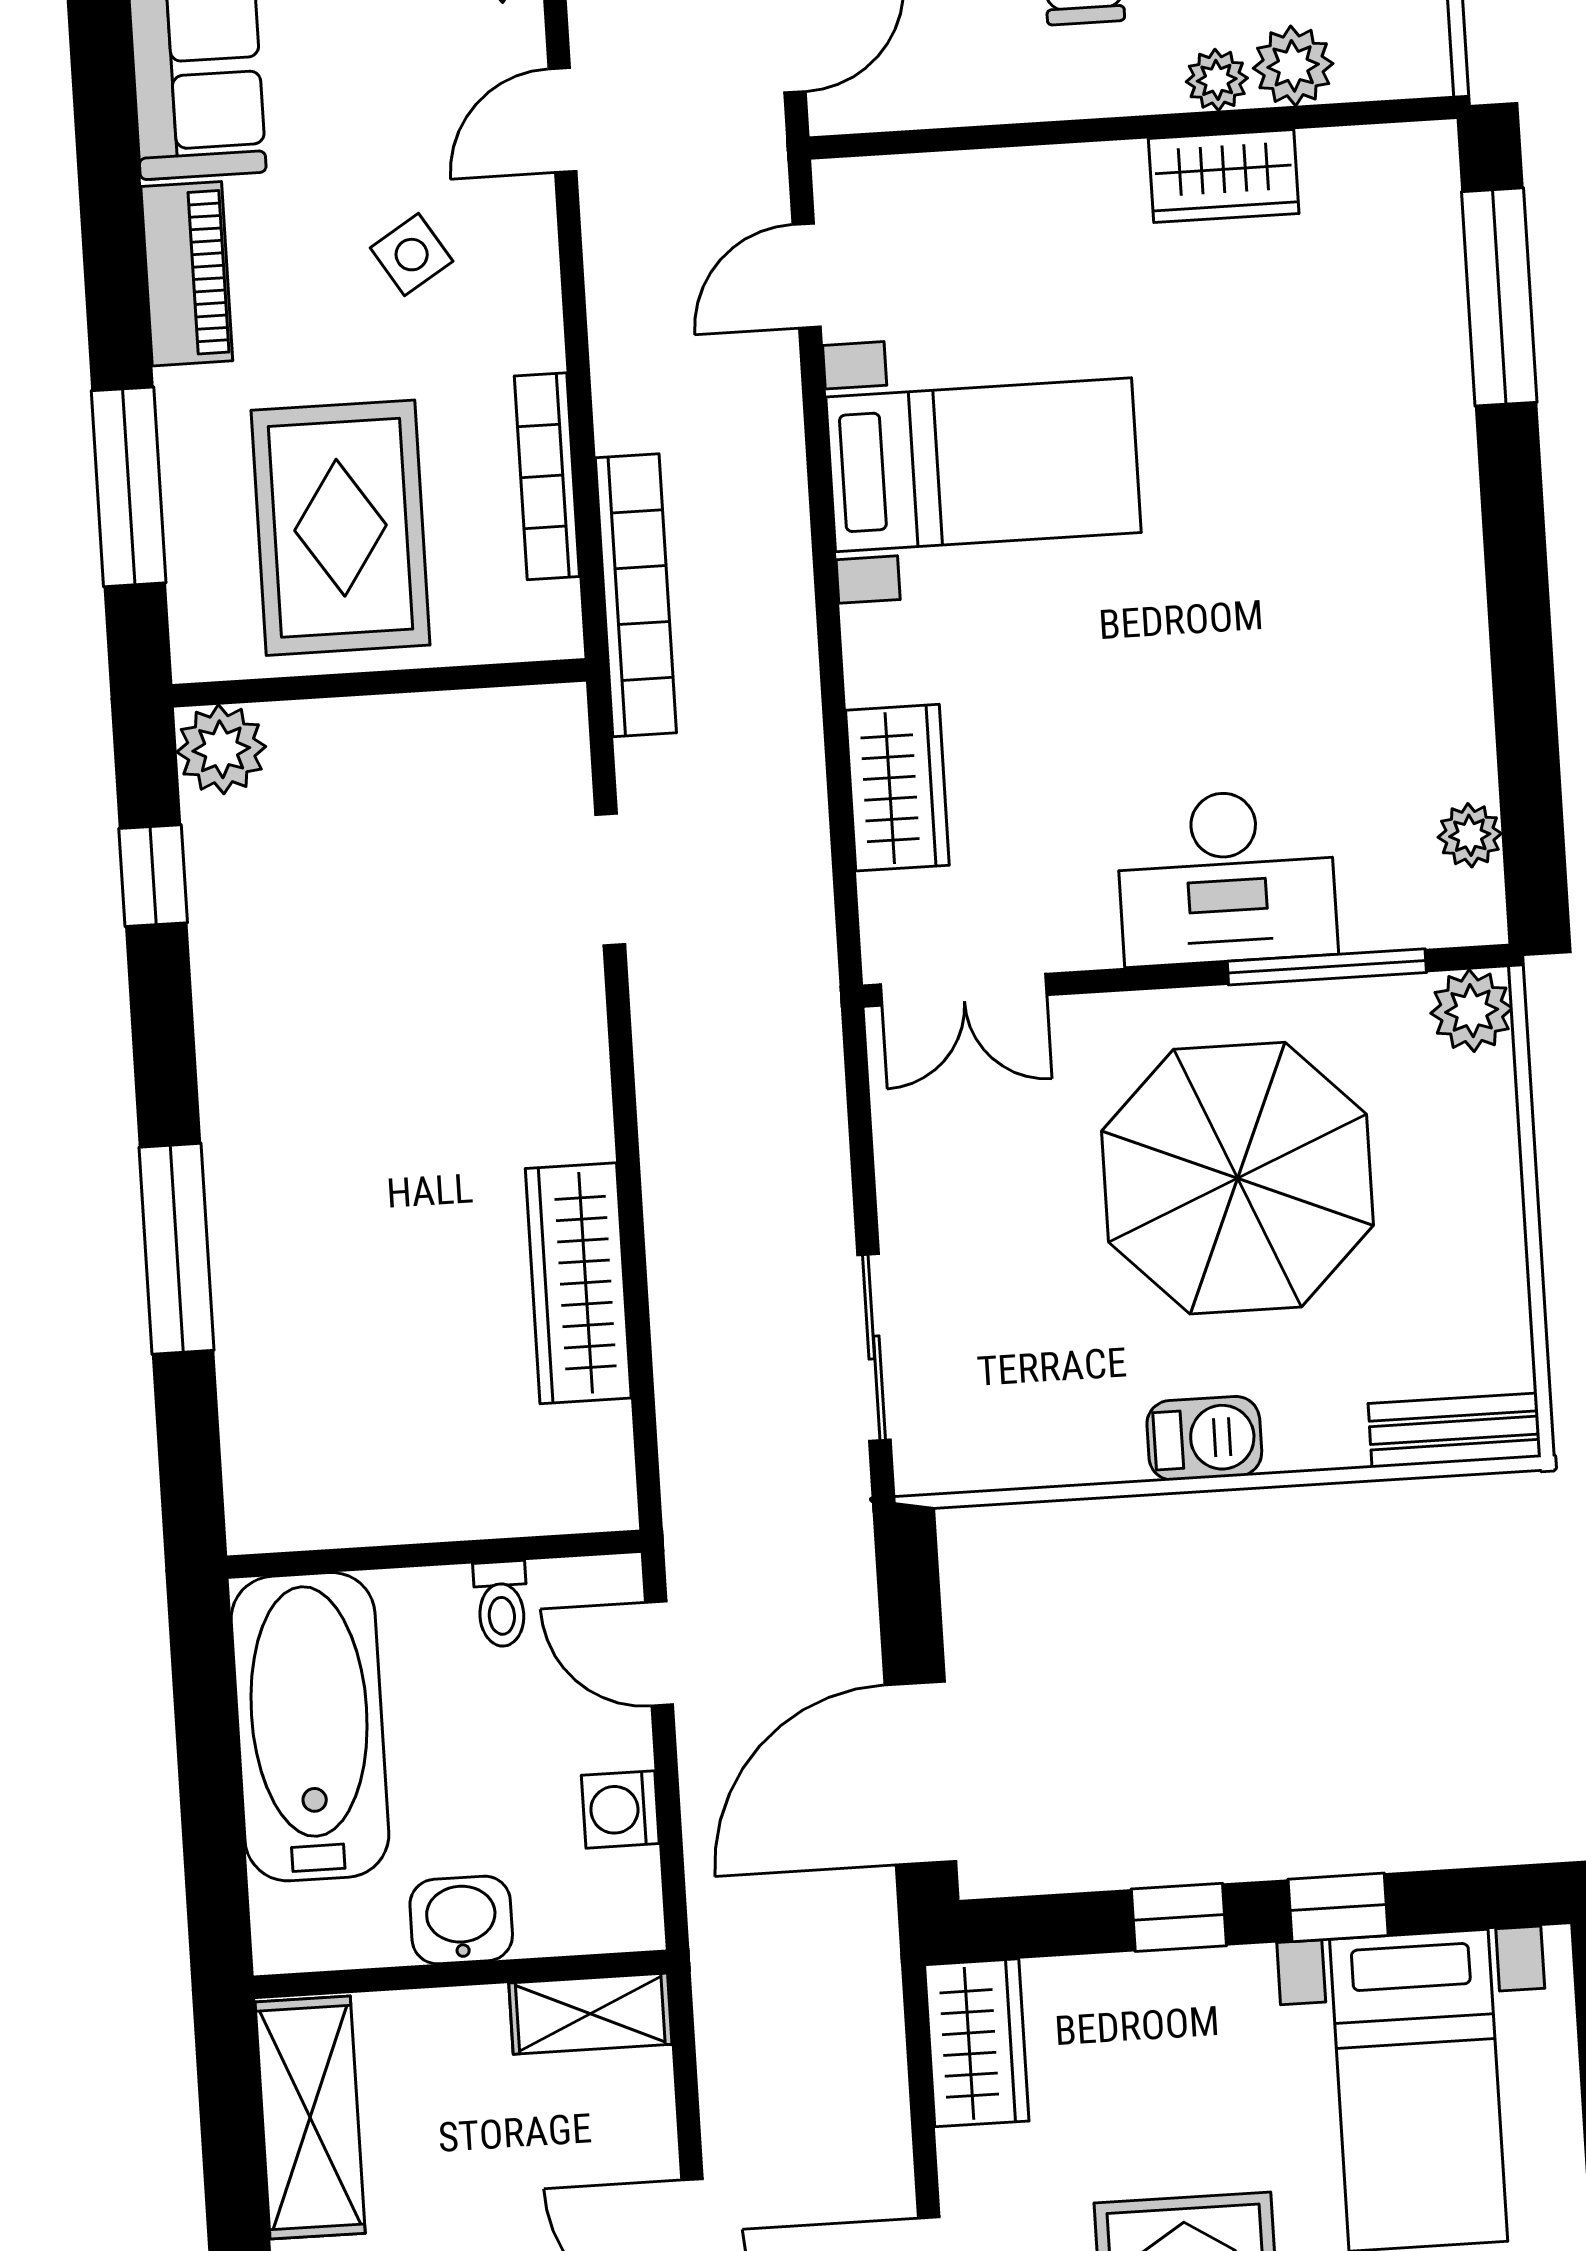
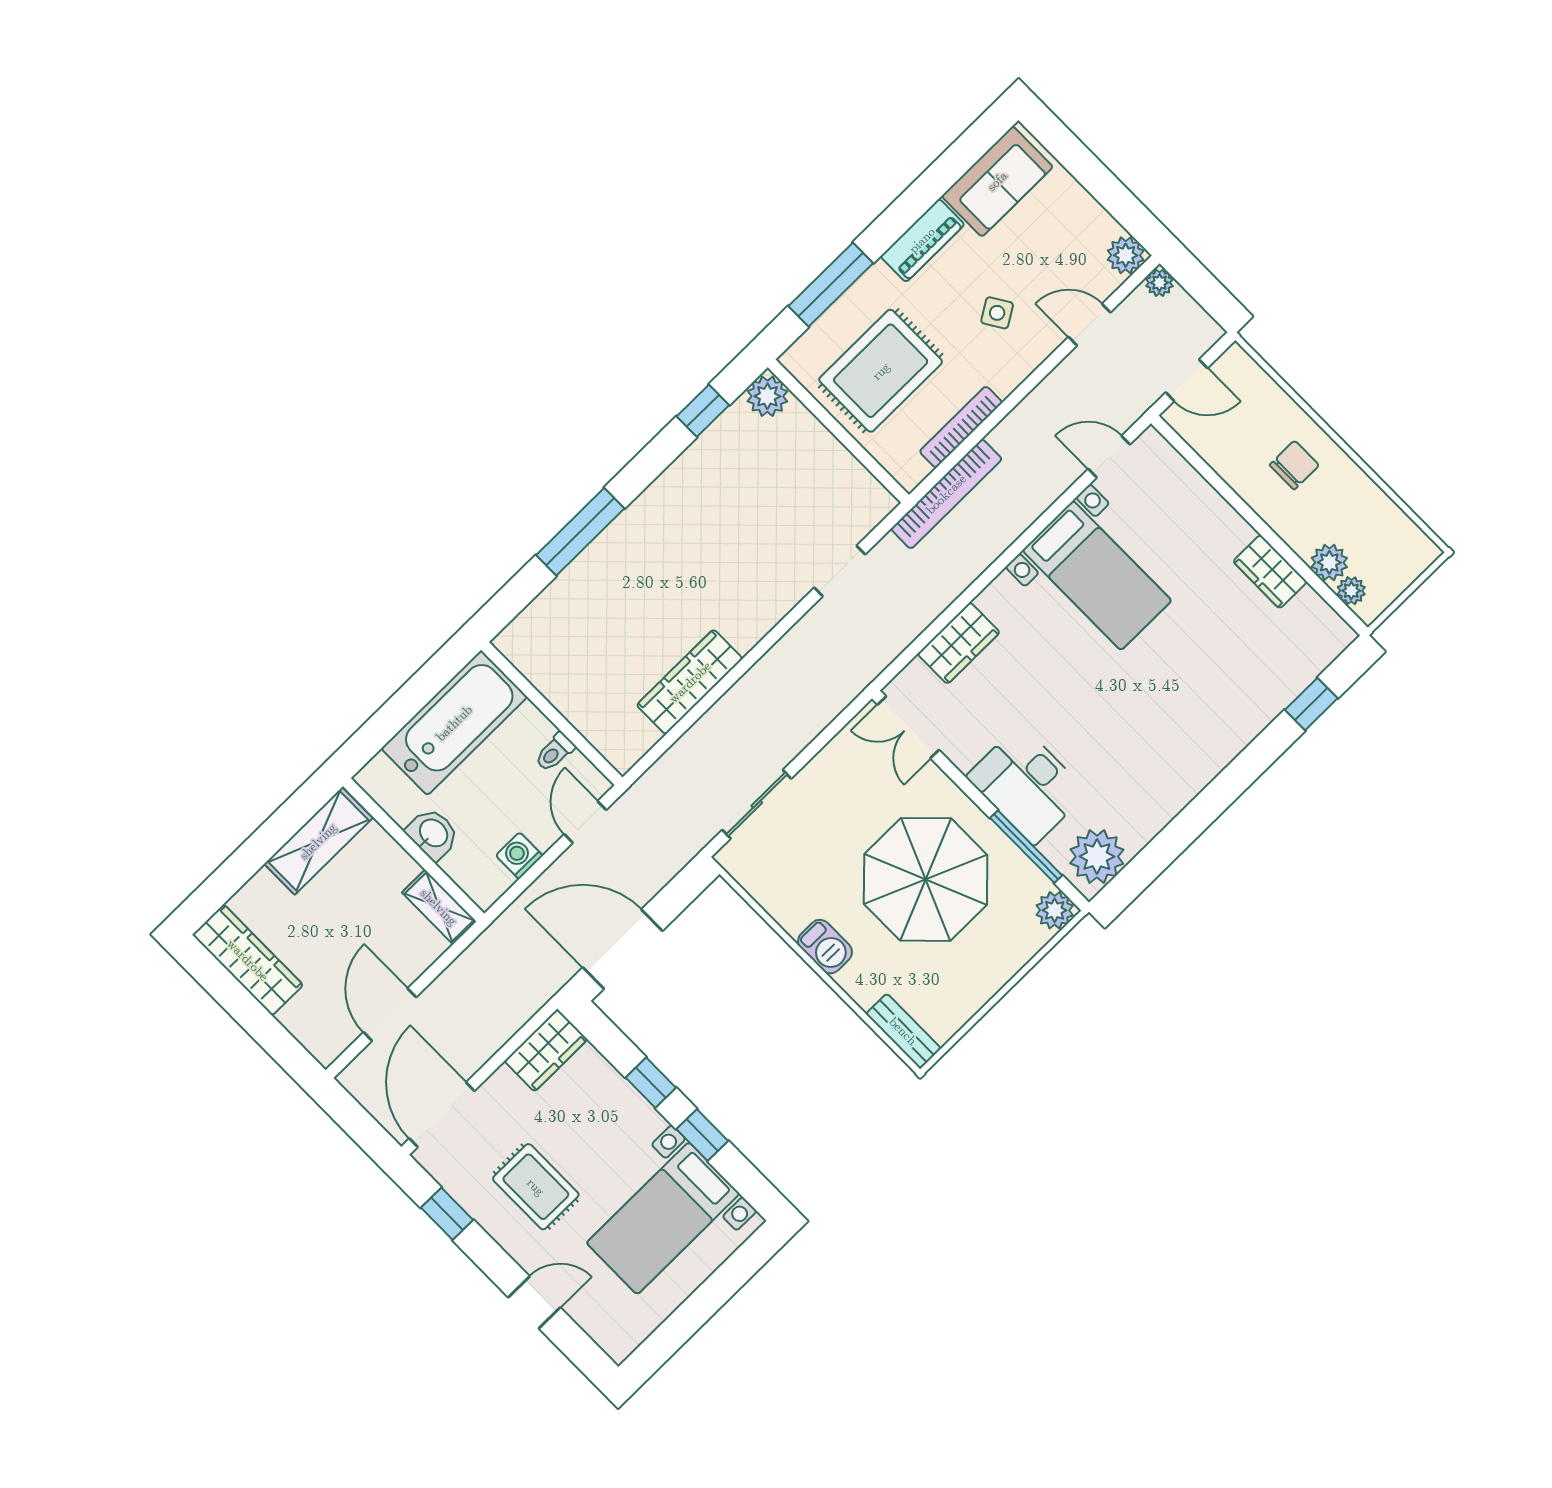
plant: (1217, 80) -> (1351, 591), moved
window: (1499, 297) -> (1311, 704), width x0.46
plant: (1470, 835) -> (1097, 856), width x1.87, depth x1.87

